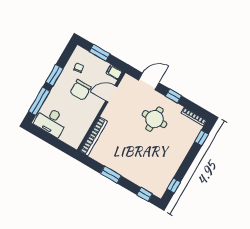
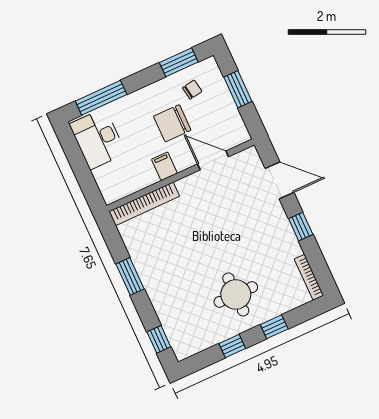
filing cabinet: (114, 72) -> (164, 166), moved
window: (54, 75) -> (179, 62), moved
round table: (154, 119) -> (236, 294), moved
window: (202, 138) -> (274, 327), moved
window: (174, 185) -> (232, 346), moved

